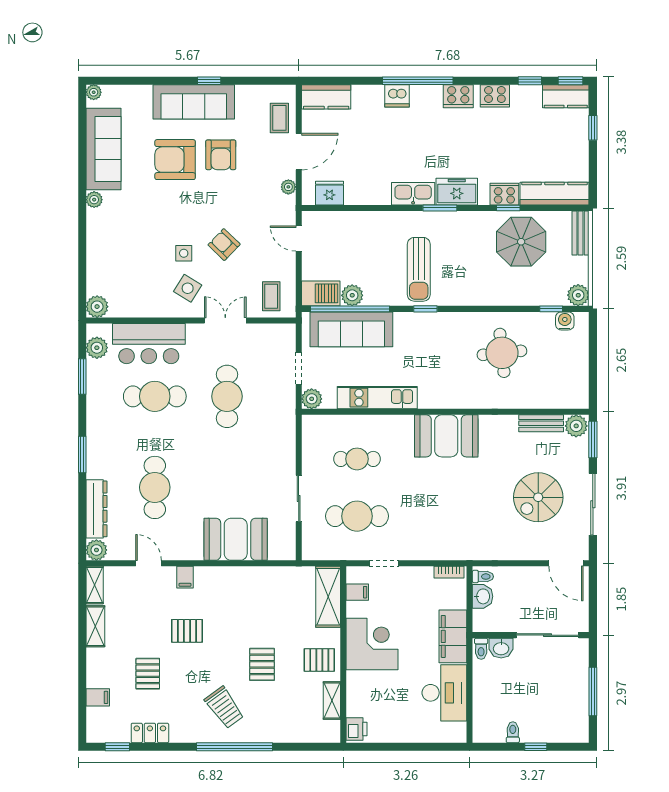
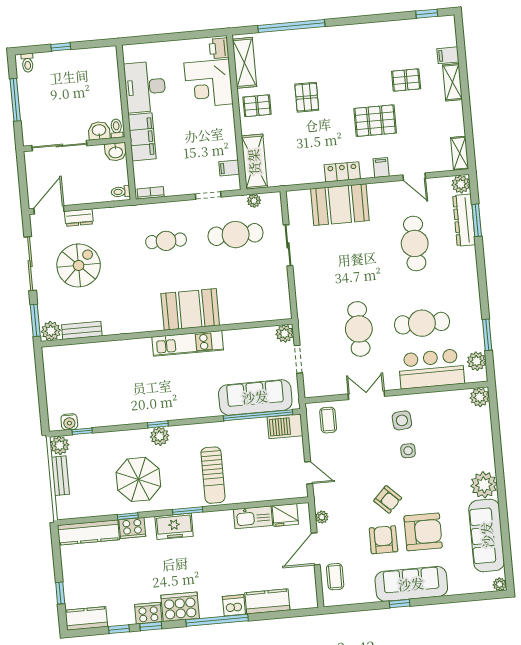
window: (571, 81) -> (151, 626), moved
cooker: (458, 96) -> (180, 607), width x1.37, depth x1.31
kitchen counter: (326, 97) -> (267, 601), moved
kitchen sink: (413, 194) -> (253, 517), moved
plant: (94, 200) -> (484, 485), width x1.87, depth x1.87
bench: (581, 233) -> (60, 476), moved
parasol: (521, 242) -> (138, 479), moved
armchair: (224, 245) -> (388, 499), moved
sun lounger: (419, 269) -> (213, 475), moved, turned 180
side table: (188, 288) -> (402, 420), turned -37
plant: (352, 295) -> (160, 436), moved
window: (425, 309) -> (158, 424), moved
double door: (225, 321) -> (366, 395), swing flipped
round table: (502, 353) -> (122, 389), removed
kitchen unit: (377, 398) -> (188, 343), moved
booth: (446, 436) -> (190, 309), moved
window: (82, 455) -> (477, 220), moved
cafe table: (357, 459) -> (166, 241), moved
dresser: (533, 552) -> (79, 218), added
plant: (333, 553) -> (254, 201), added
door: (566, 563) -> (49, 210), hinge flipped
washbasin: (483, 596) -> (116, 152), moved, turned -90
shelving: (95, 626) -> (452, 82), moved
pallet: (187, 631) -> (375, 121), width x1.50, depth x1.42
corner desk: (372, 644) -> (209, 83), moved
pallet: (148, 674) -> (406, 80), turned 90
shelving: (332, 700) -> (245, 63), width x1.50, depth x1.33
trolley: (224, 707) -> (336, 57), removed
toilet: (513, 732) -> (27, 63), moved
locker: (150, 733) -> (342, 172), moved, turned 180
window: (234, 747) -> (291, 26), moved

